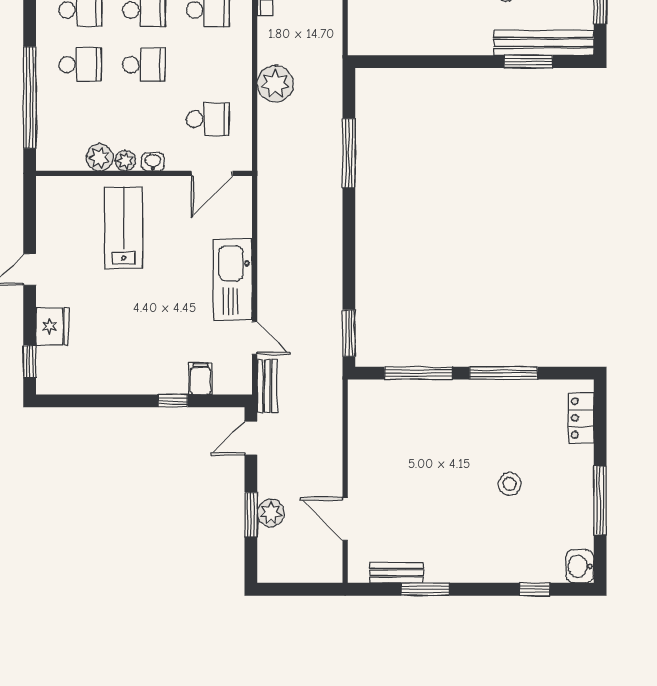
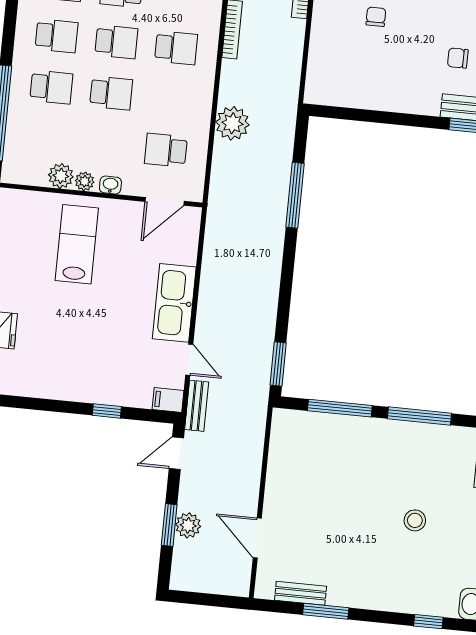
school desk: (208, 119) -> (166, 150), turned 180
filing cabinet: (201, 379) -> (168, 400), moved, turned -90

